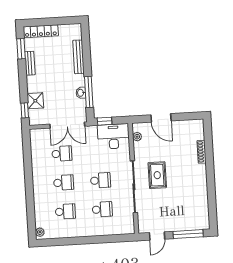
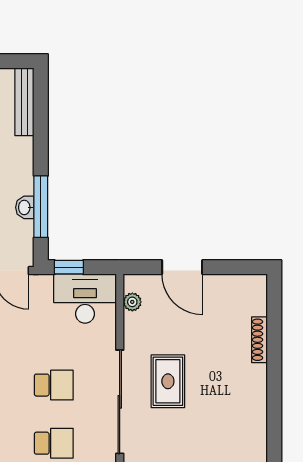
bench: (78, 57) -> (24, 102), moved

